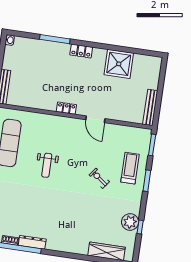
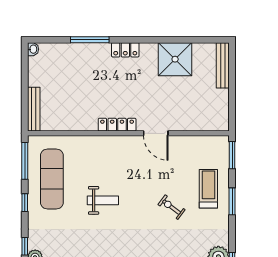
bench: (150, 107) -> (223, 65), moved
locker: (66, 108) -> (117, 125), width x1.53
weight bench: (47, 165) -> (103, 200), turned -90

